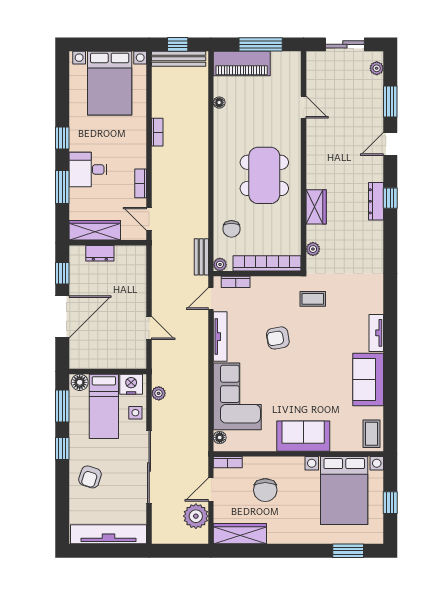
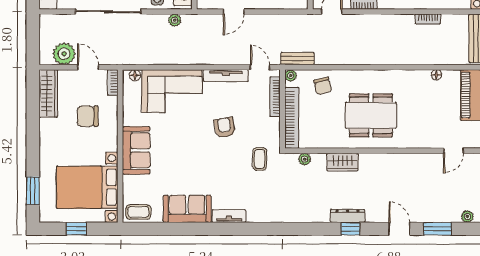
door: (304, 107) -> (453, 151), moved
bookcase: (157, 132) -> (428, 19), moved
chair: (231, 229) -> (323, 86), turned -104
bookcase: (236, 282) -> (275, 97), width x1.56

